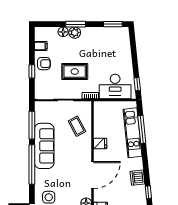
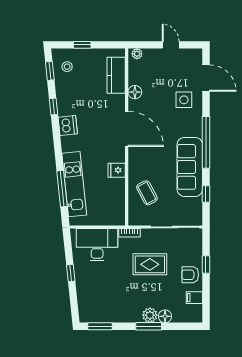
window: (137, 84) -> (71, 273), moved
window: (32, 125) -> (206, 194), width x0.46
door: (92, 175) -> (127, 129), swing flipped

